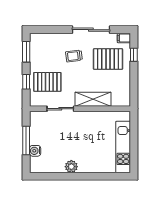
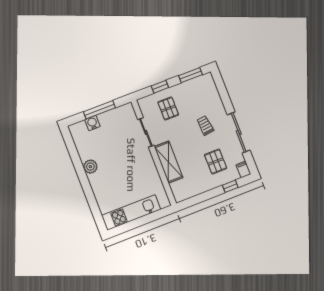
pallet: (108, 59) -> (216, 162), width x0.67, depth x0.71
pallet: (47, 82) -> (168, 108), width x0.67, depth x0.71

